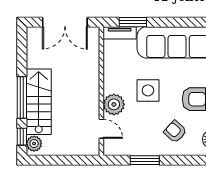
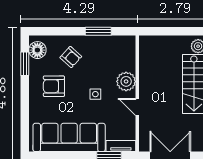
side table: (148, 90) -> (95, 94), width x0.54, depth x0.54
door: (101, 129) -> (137, 107), moved

